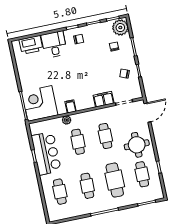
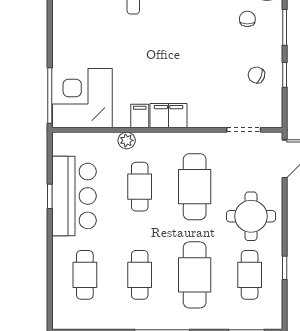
filing cabinet: (104, 99) -> (169, 116), moved
cafe table: (105, 136) -> (195, 187), width x1.37, depth x1.35

